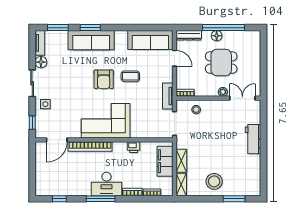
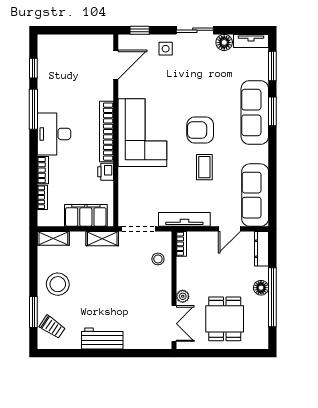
dining table: (221, 63) -> (225, 319), moved
tv unit: (168, 96) -> (184, 219), width x1.41
workbench: (253, 139) -> (102, 338), moved
door: (57, 140) -> (116, 65), swing flipped
bookcase: (90, 146) -> (106, 132), moved
shelving: (181, 161) -> (102, 239), moved
trolley: (245, 185) -> (52, 327), added
window: (101, 199) -> (33, 109), moved

